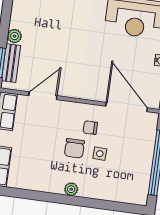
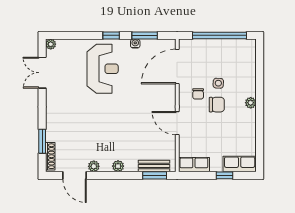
plant: (15, 36) -> (118, 166), moved
door: (43, 96) -> (177, 123), moved

